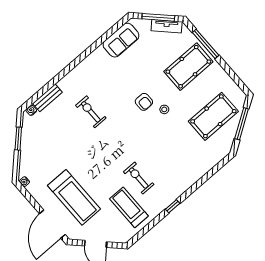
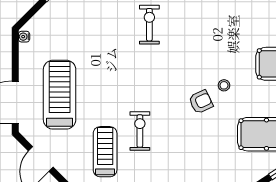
armchair: (144, 102) -> (201, 102), moved, turned -115
treadmill: (74, 197) -> (60, 95), turned 180

